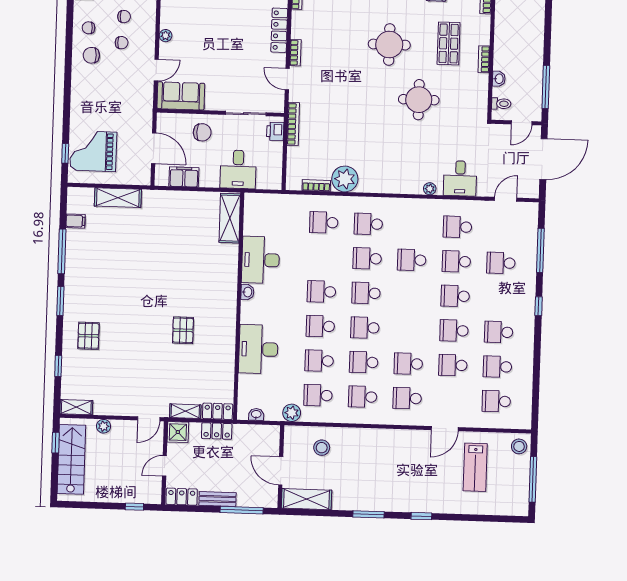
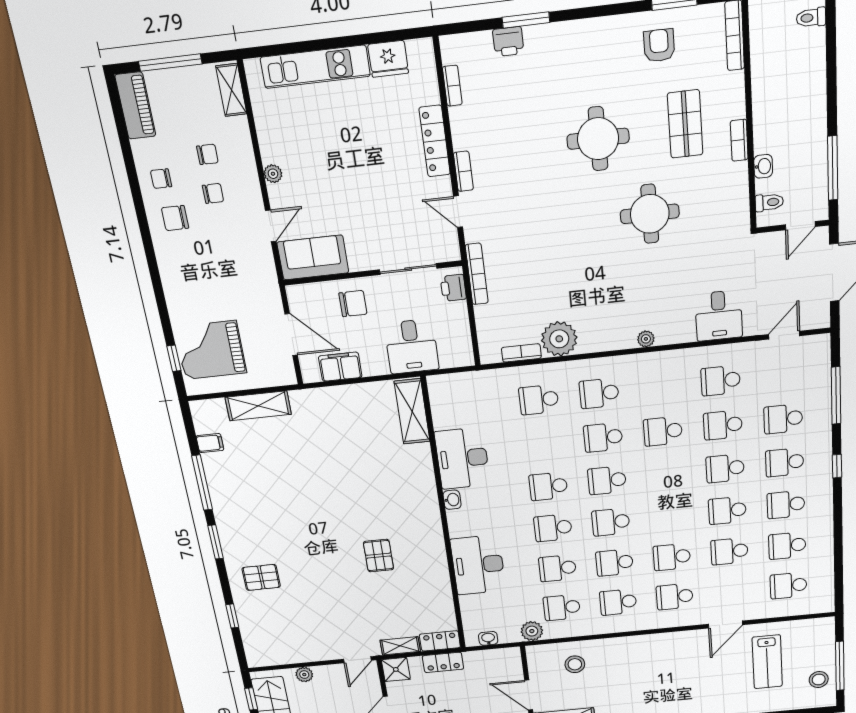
plant: (430, 189) -> (646, 339), moved
school desk: (500, 297) -> (785, 462), added
pallet: (88, 336) -> (261, 577), turned 90
shelving: (76, 407) -> (266, 658), removed
stool: (519, 446) -> (819, 680), moved

